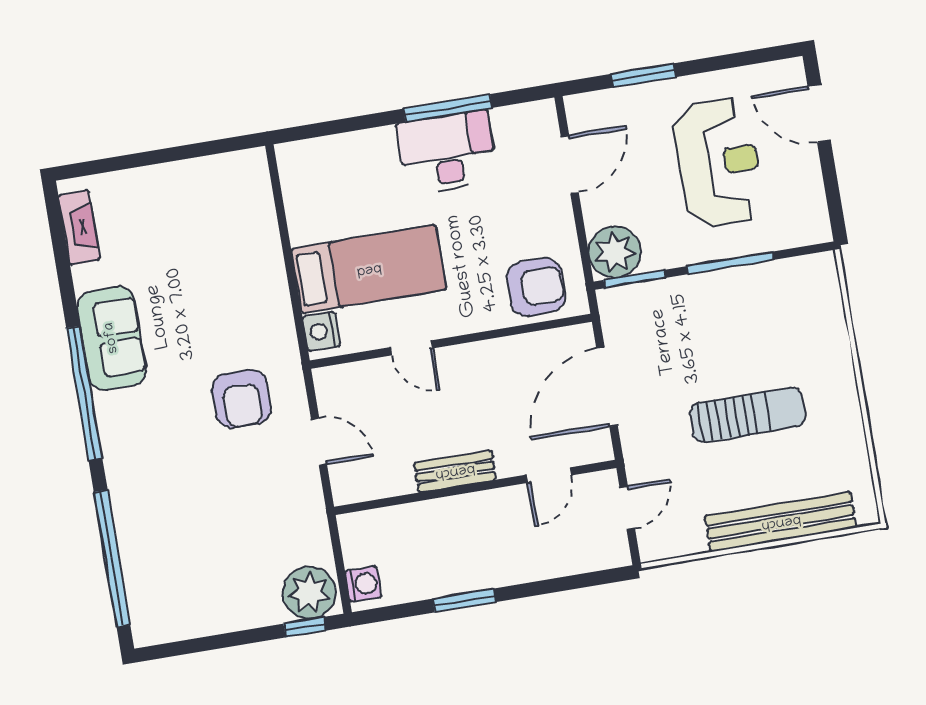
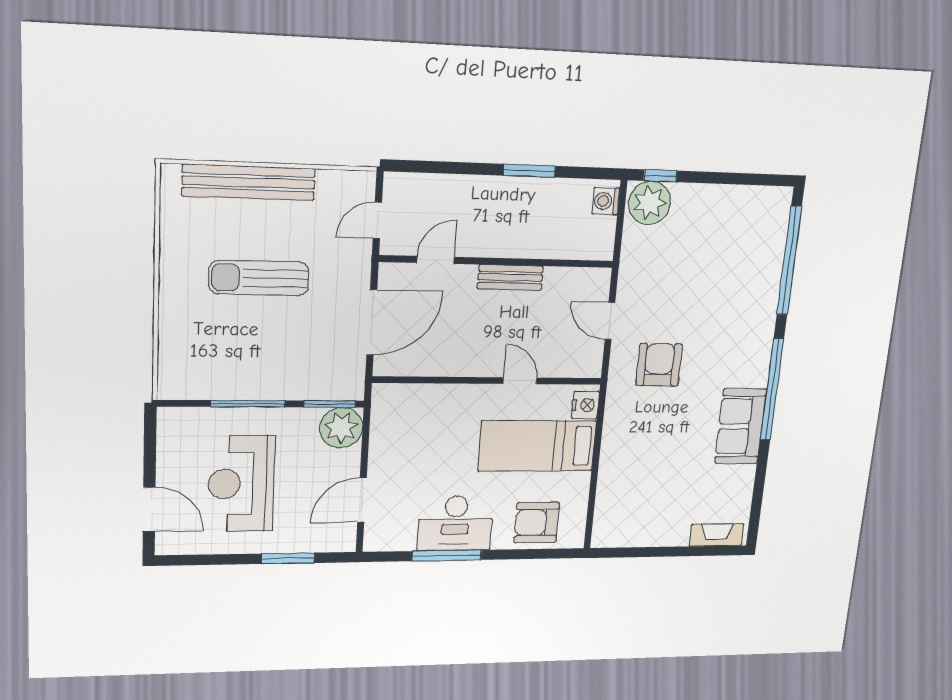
fireplace: (79, 227) -> (716, 535), moved, turned 90
armchair: (536, 287) -> (537, 523), moved

